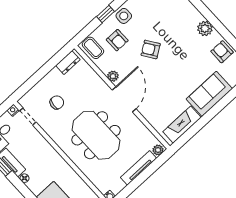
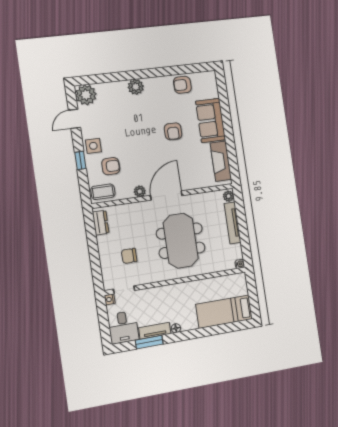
plant: (205, 28) -> (136, 87), moved
armchair: (151, 49) -> (173, 131), moved, turned -56
door: (124, 99) -> (166, 195), hinge flipped
chair: (57, 102) -> (129, 256), turned -97
meeting table: (96, 135) -> (181, 241), turned 90

